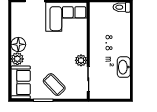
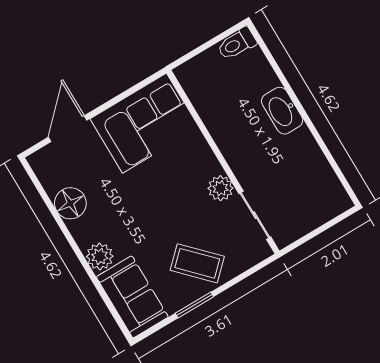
floor lamp: (18, 44) -> (70, 203), moved
washbasin: (124, 67) -> (282, 111), moved

